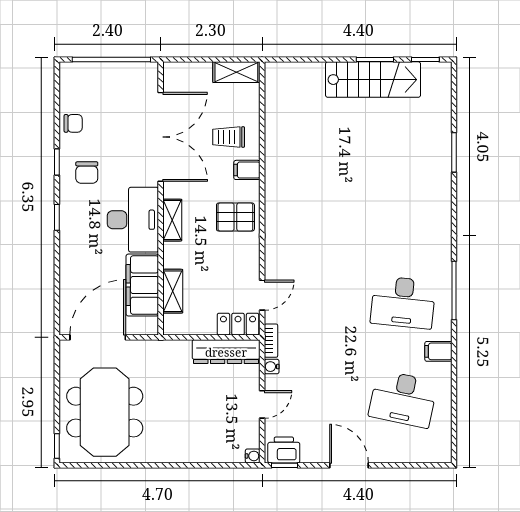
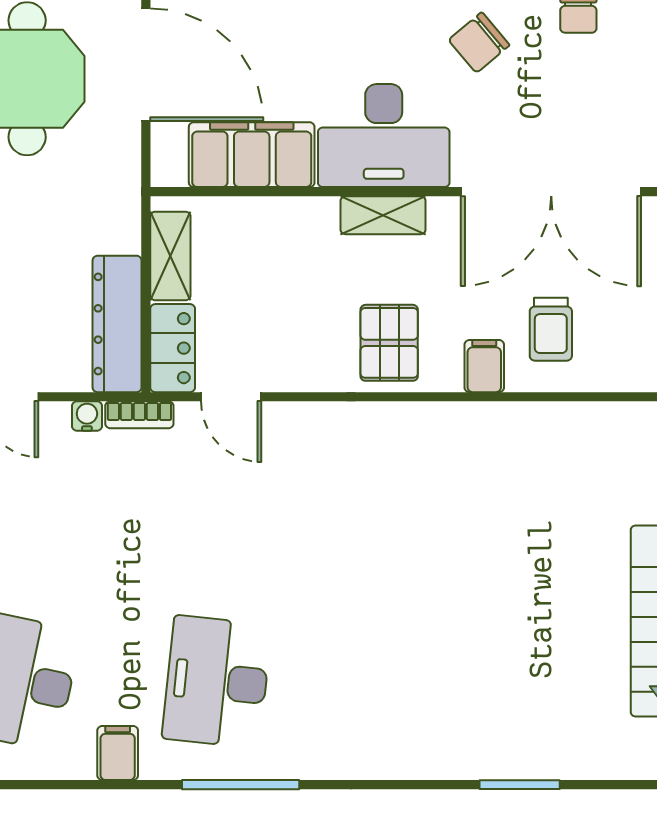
trolley: (229, 137) -> (551, 329), turned 180
chair: (87, 173) -> (479, 43), turned -40
shelving: (173, 291) -> (170, 256), moved, turned 90

